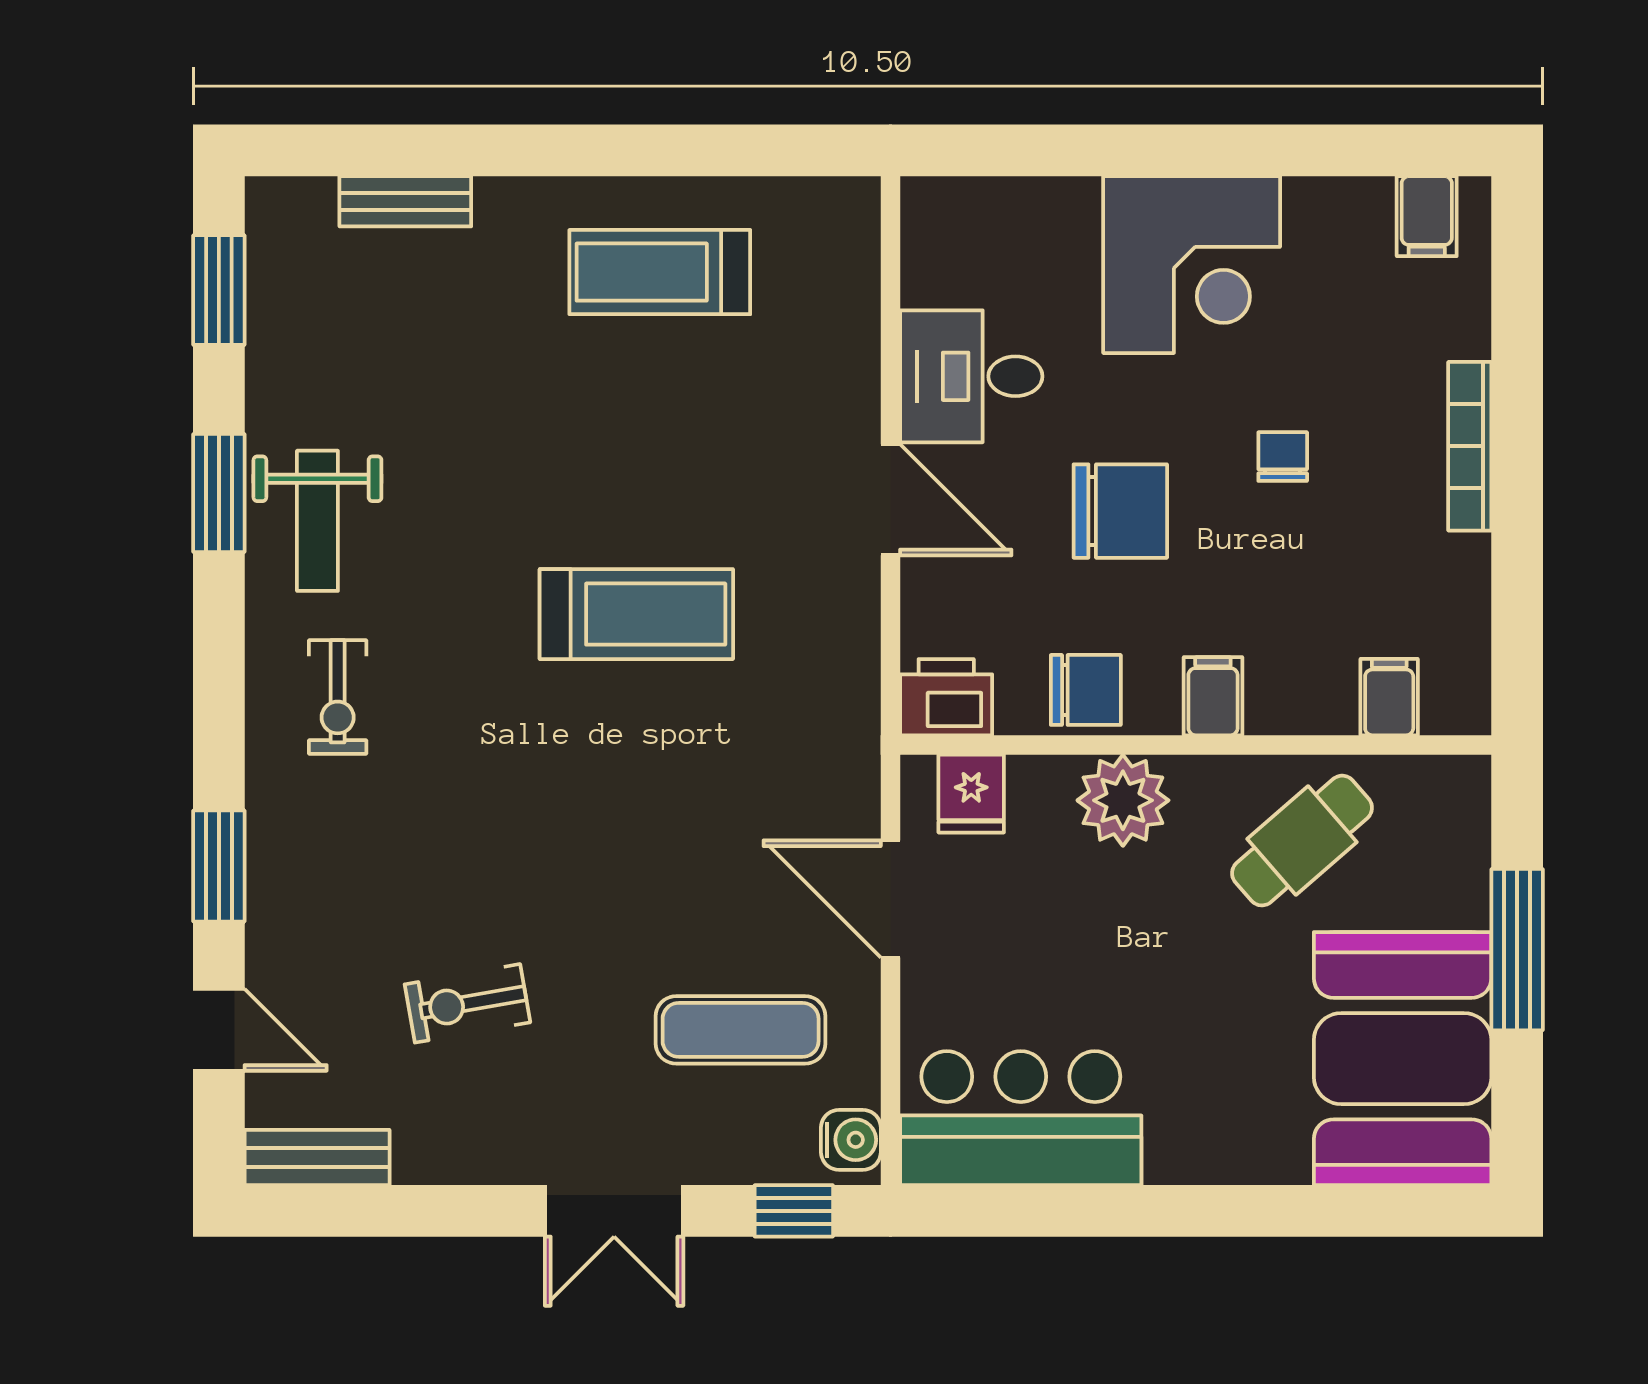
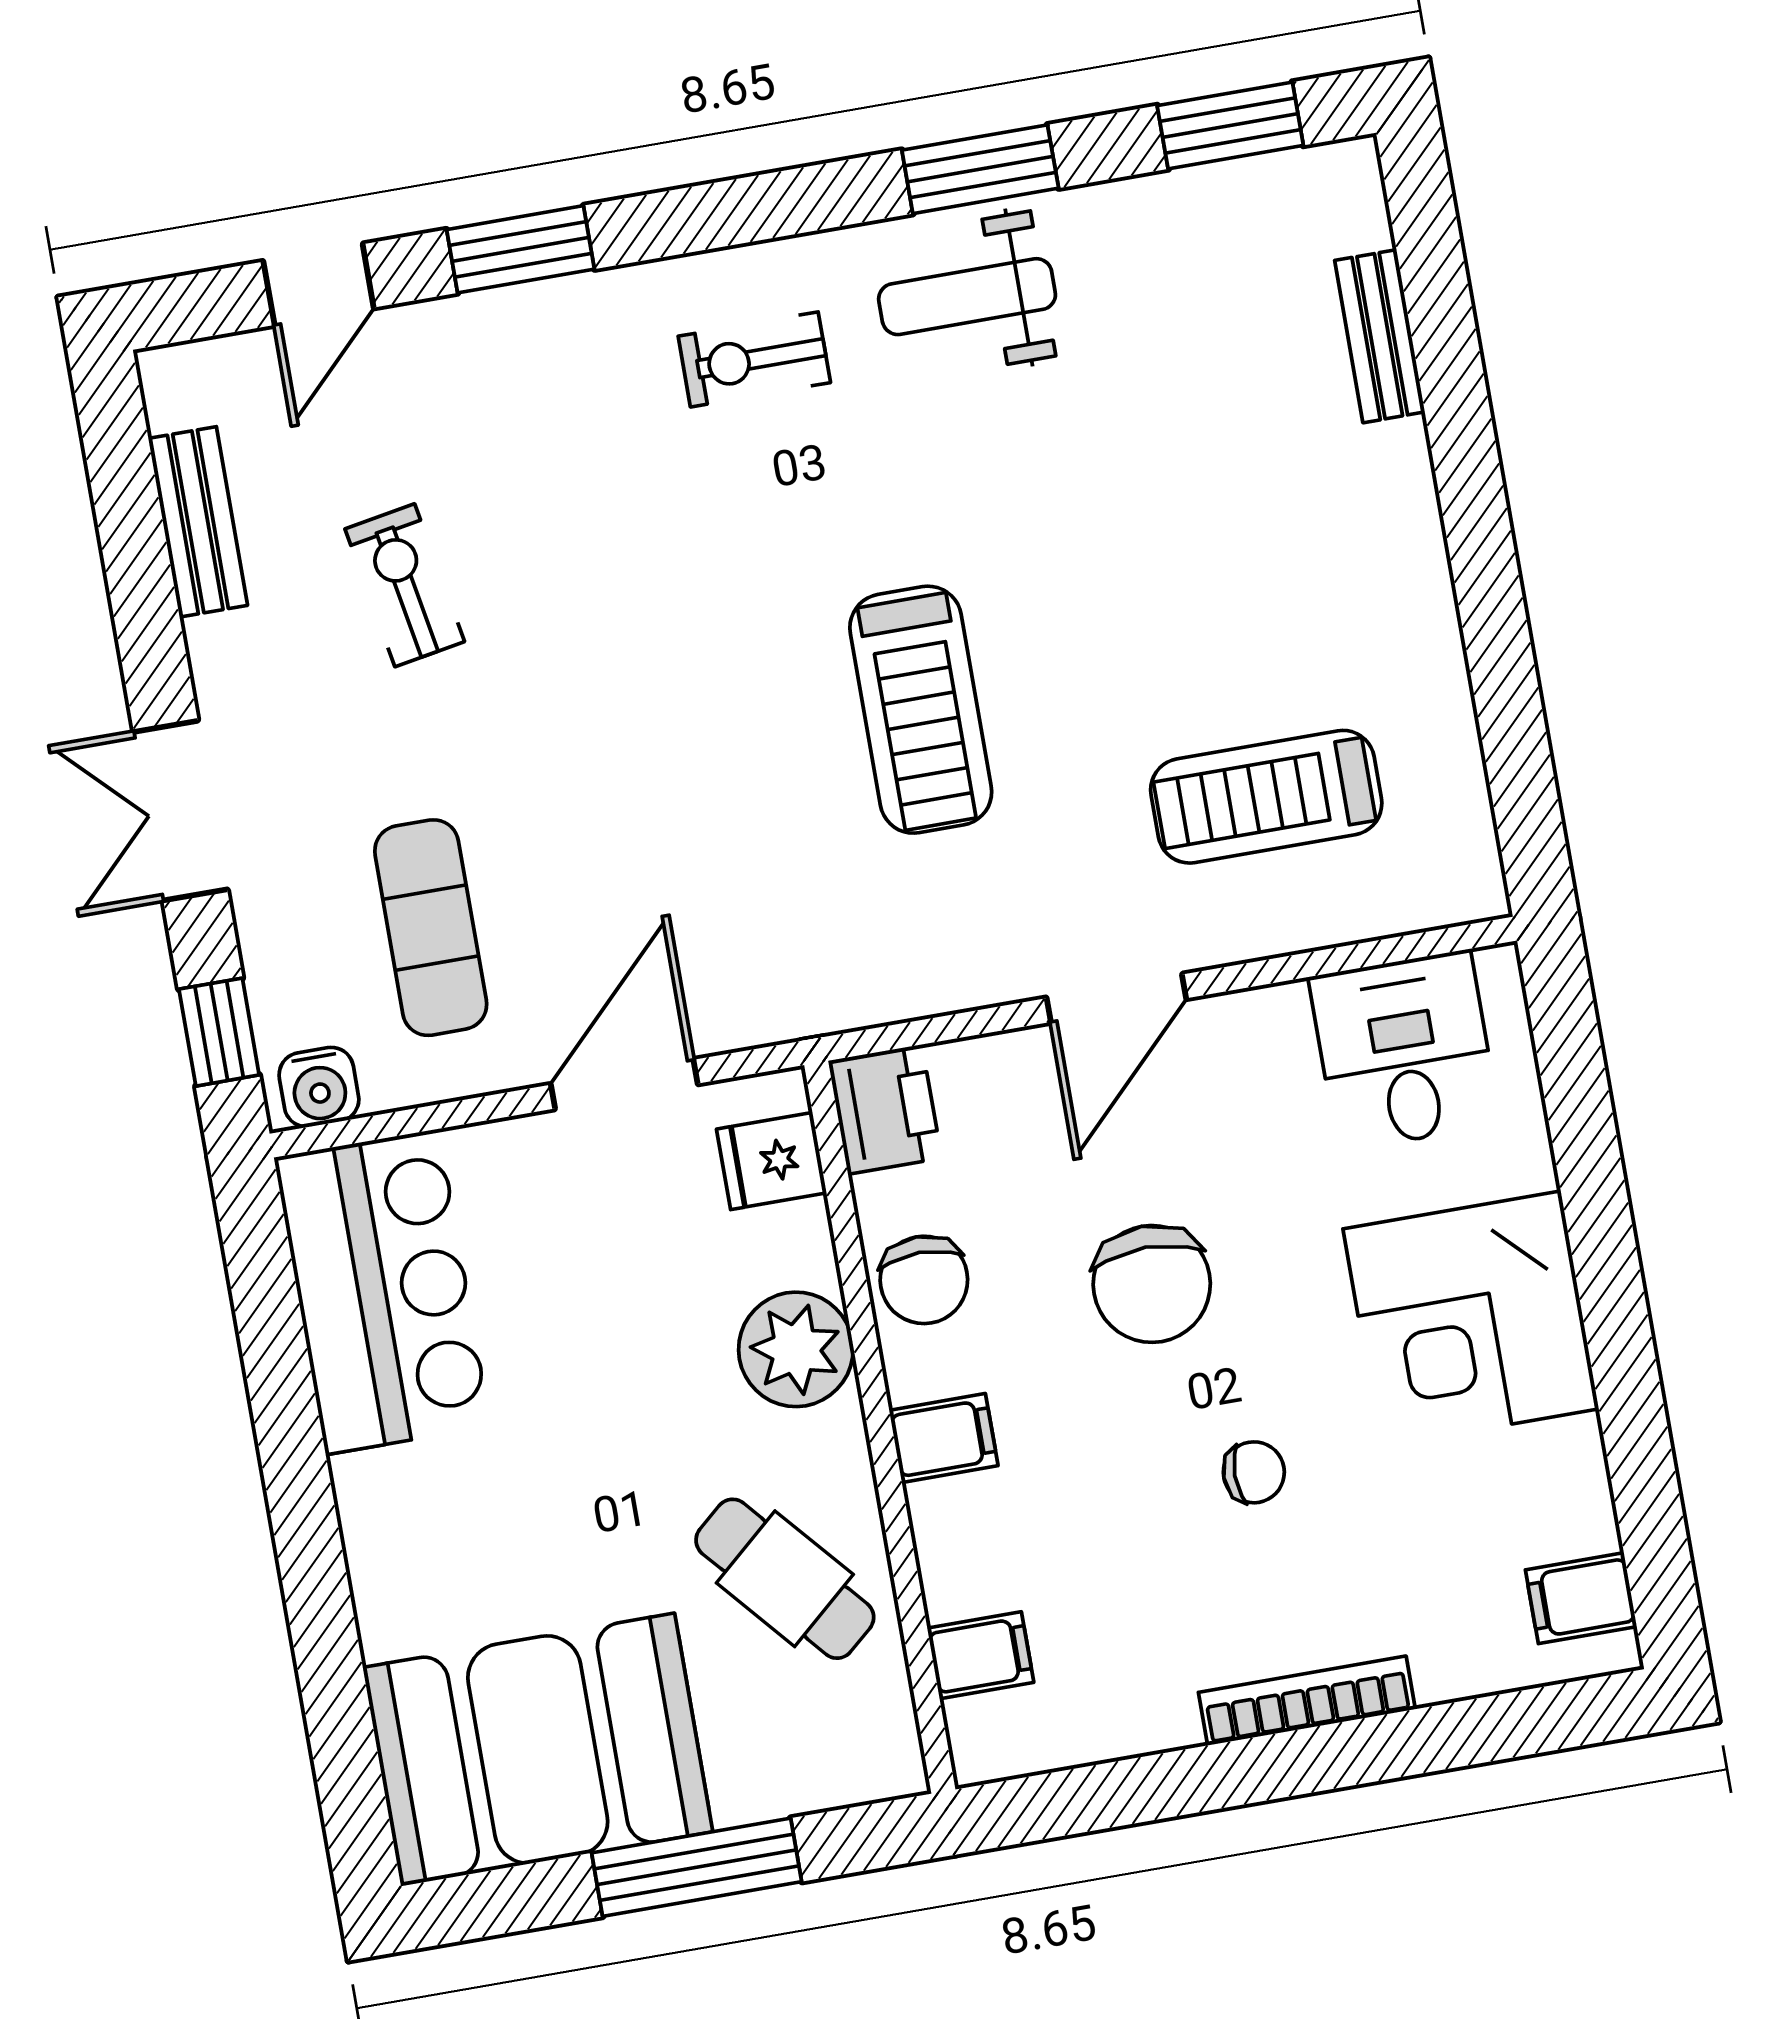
treadmill: (660, 272) -> (1266, 797), moved, turned -90
desk: (971, 376) -> (1404, 1051), moved
bench: (317, 1157) -> (198, 522), moved

